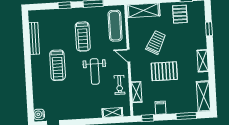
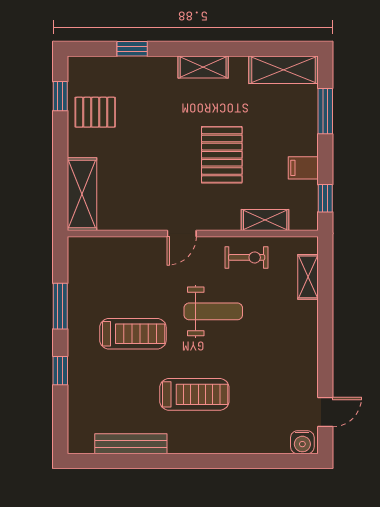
exercise mat: (115, 26) -> (113, 260), removed
trolley: (156, 42) -> (156, 170), removed

